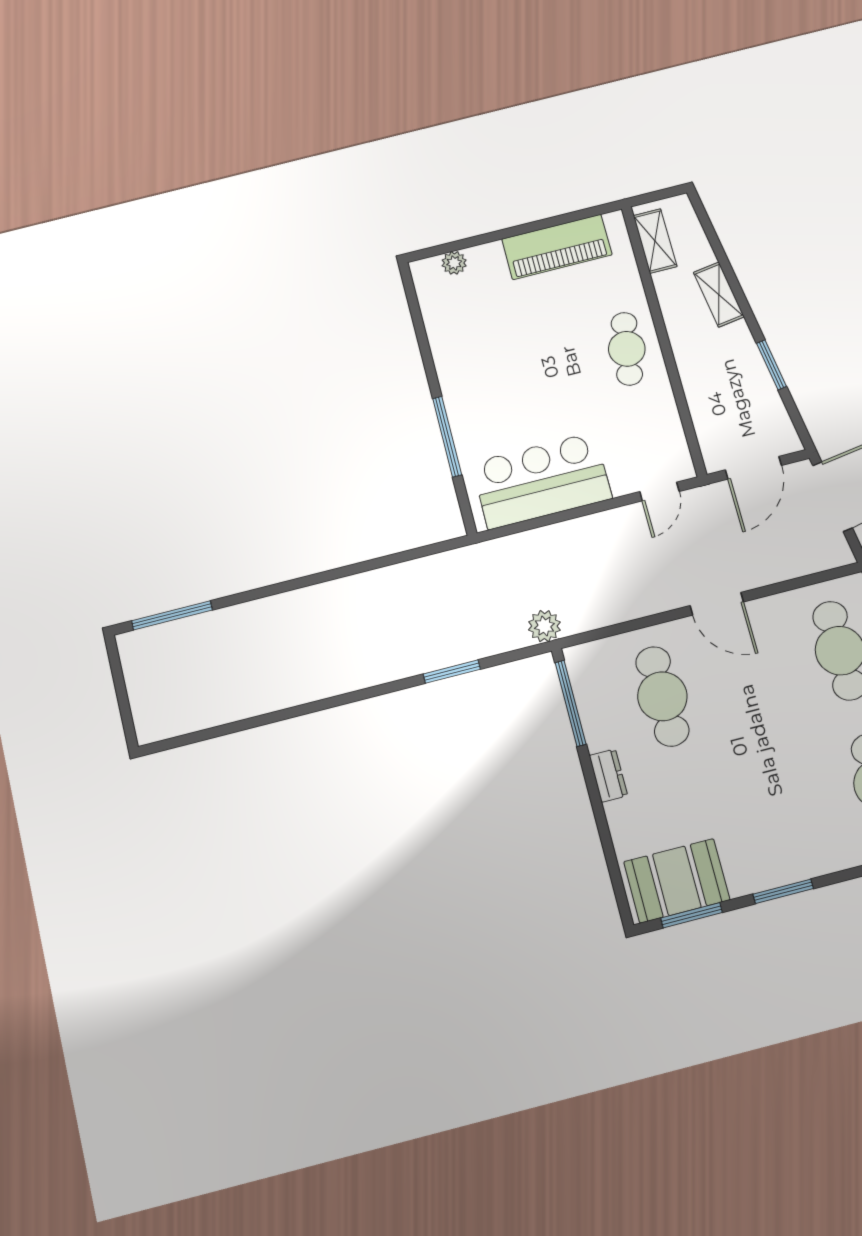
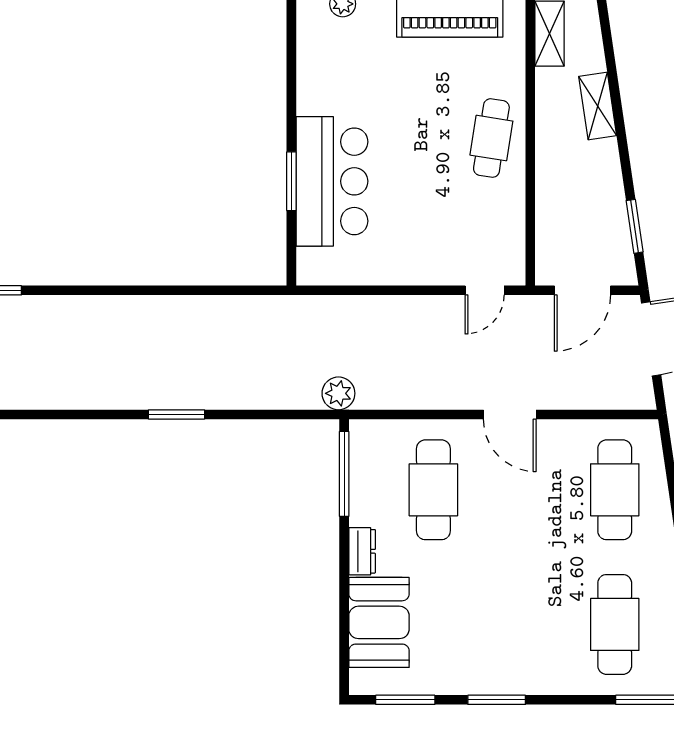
window: (771, 365) -> (635, 226), moved
window: (447, 437) -> (291, 181), width x0.69
bar counter: (542, 481) -> (332, 181), moved, turned 90
window: (452, 672) -> (177, 414), moved
booth: (677, 881) -> (379, 622), moved, turned 90

